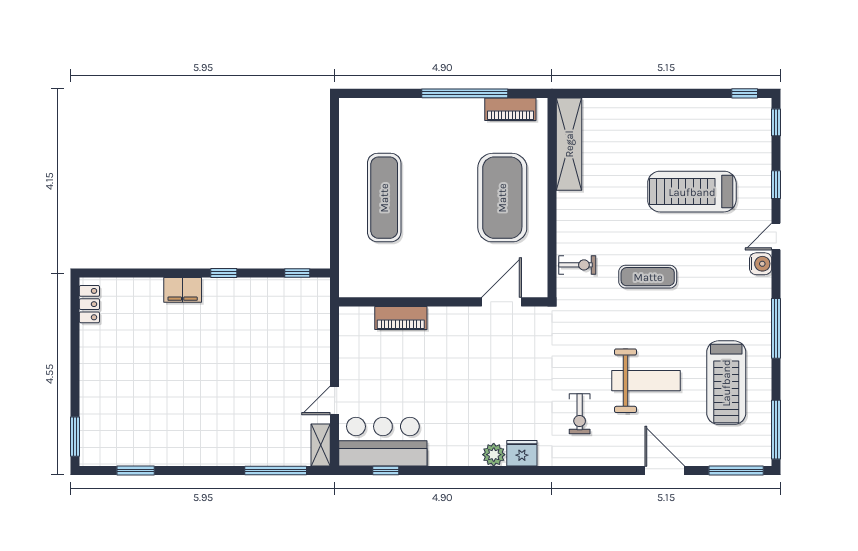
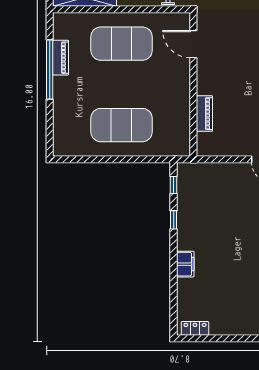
piano: (510, 109) -> (61, 58), moved
exercise mat: (384, 198) -> (122, 125), width x1.47
window: (224, 273) -> (174, 220), moved

